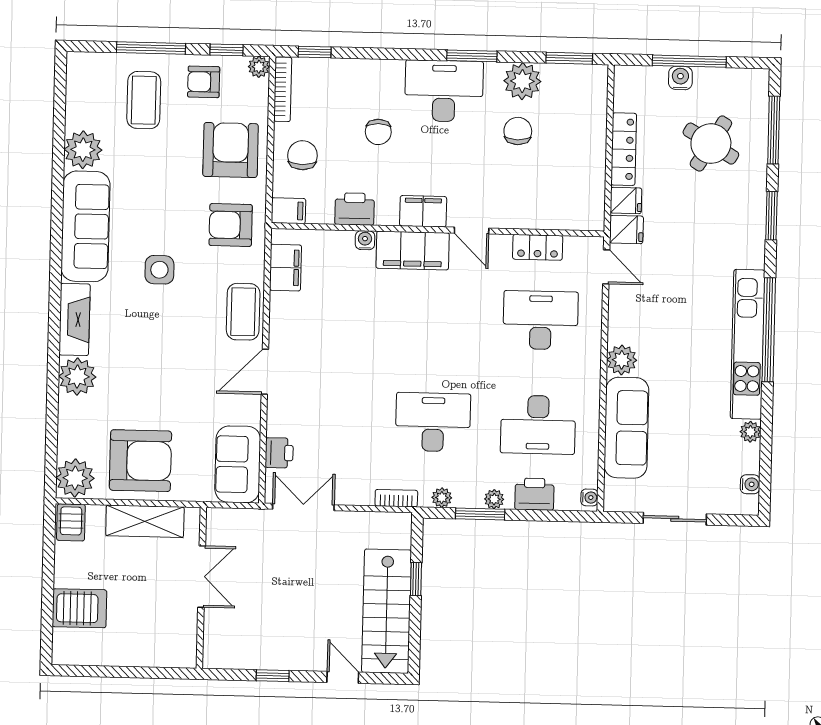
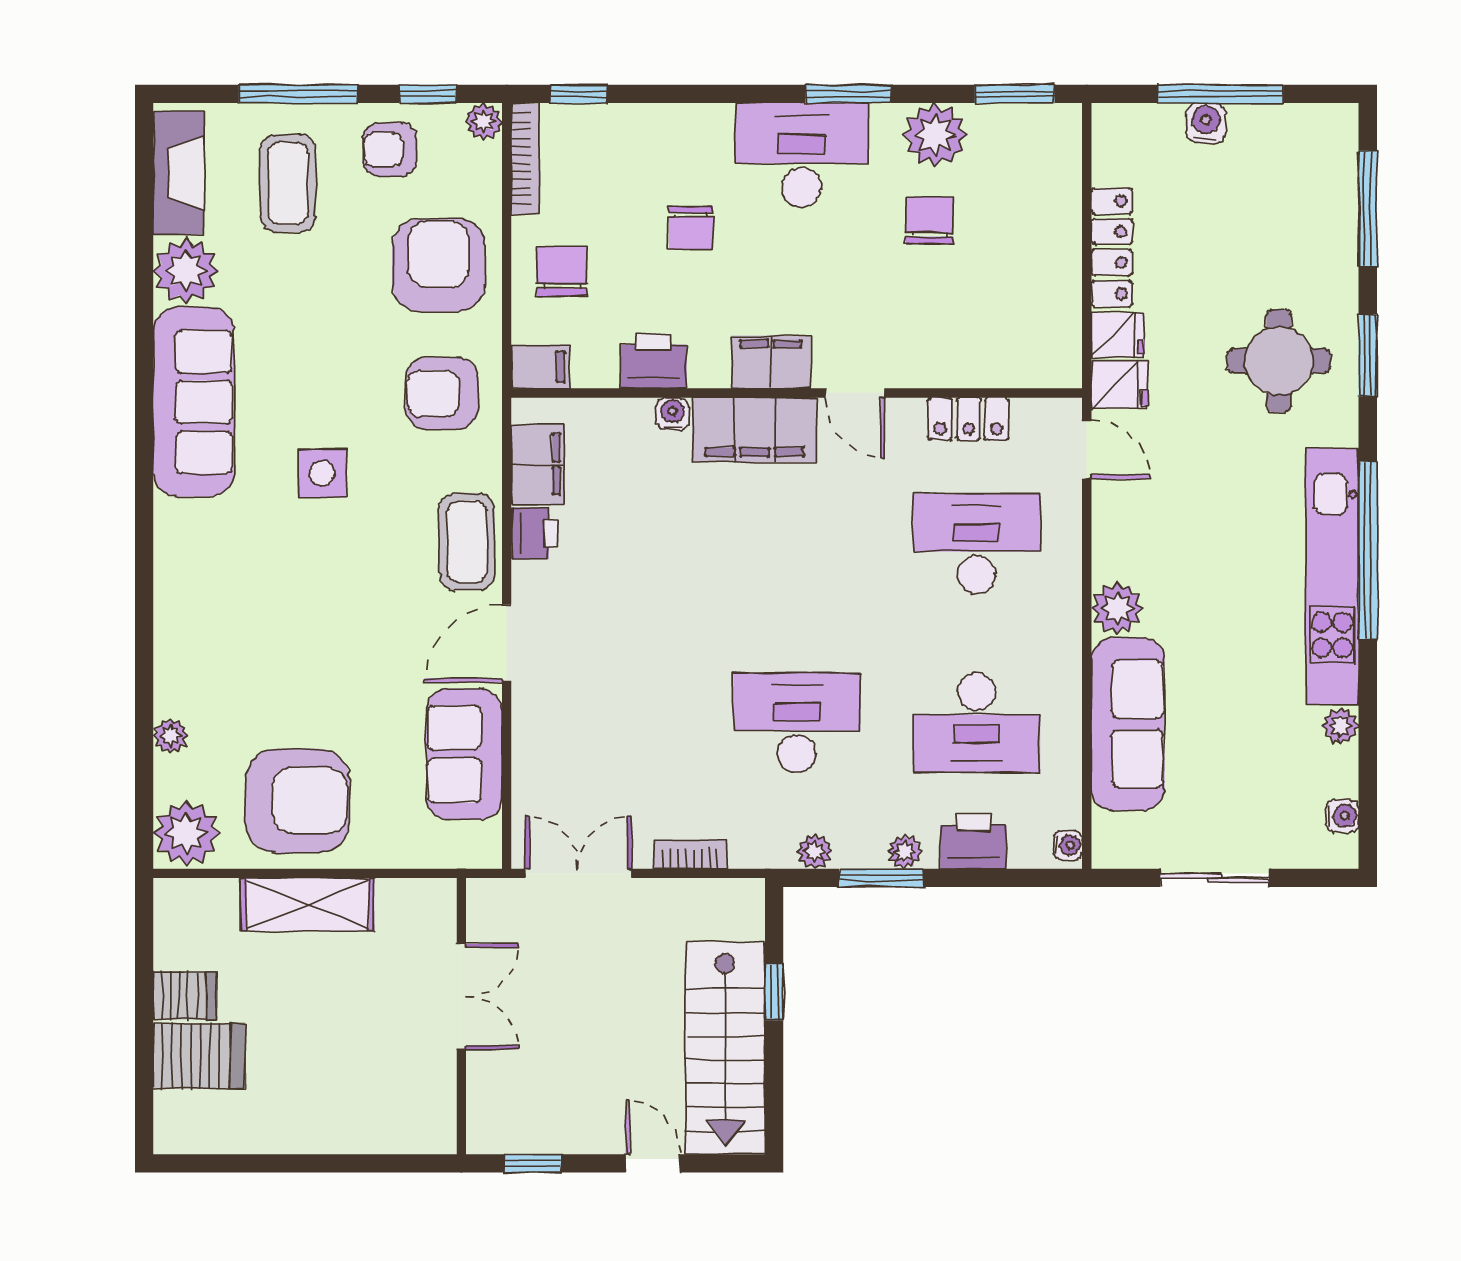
round table: (711, 144) -> (1279, 361), moved, turned -31
fireplace: (74, 319) -> (179, 173), moved
plant: (77, 377) -> (171, 736), moved, width x0.53, depth x0.53
printer: (279, 453) -> (535, 533), moved
sofa: (238, 464) -> (464, 754), moved
bookcase: (396, 498) -> (690, 854), moved
server rack: (71, 522) -> (185, 996), moved, turned -90
double door: (202, 577) -> (461, 997), moved
wall: (201, 588) -> (461, 1016), moved

